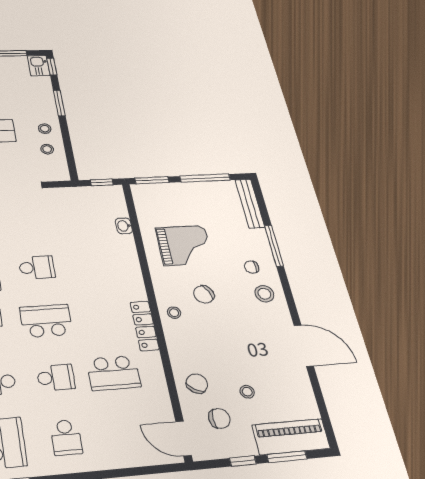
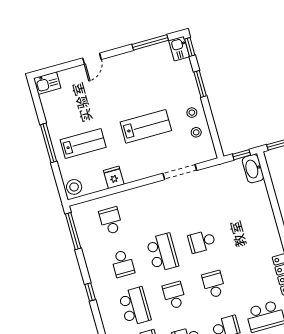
washbasin: (124, 226) -> (253, 169), moved, width x1.91, depth x1.45
school desk: (37, 267) -> (202, 241), turned 180
school desk: (46, 321) -> (214, 284), width x0.54

